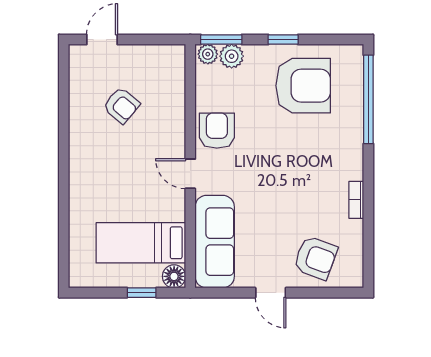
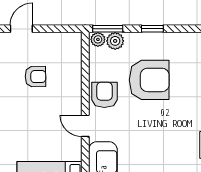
armchair: (303, 86) -> (149, 80), moved
armchair: (121, 105) -> (35, 77), turned -41

